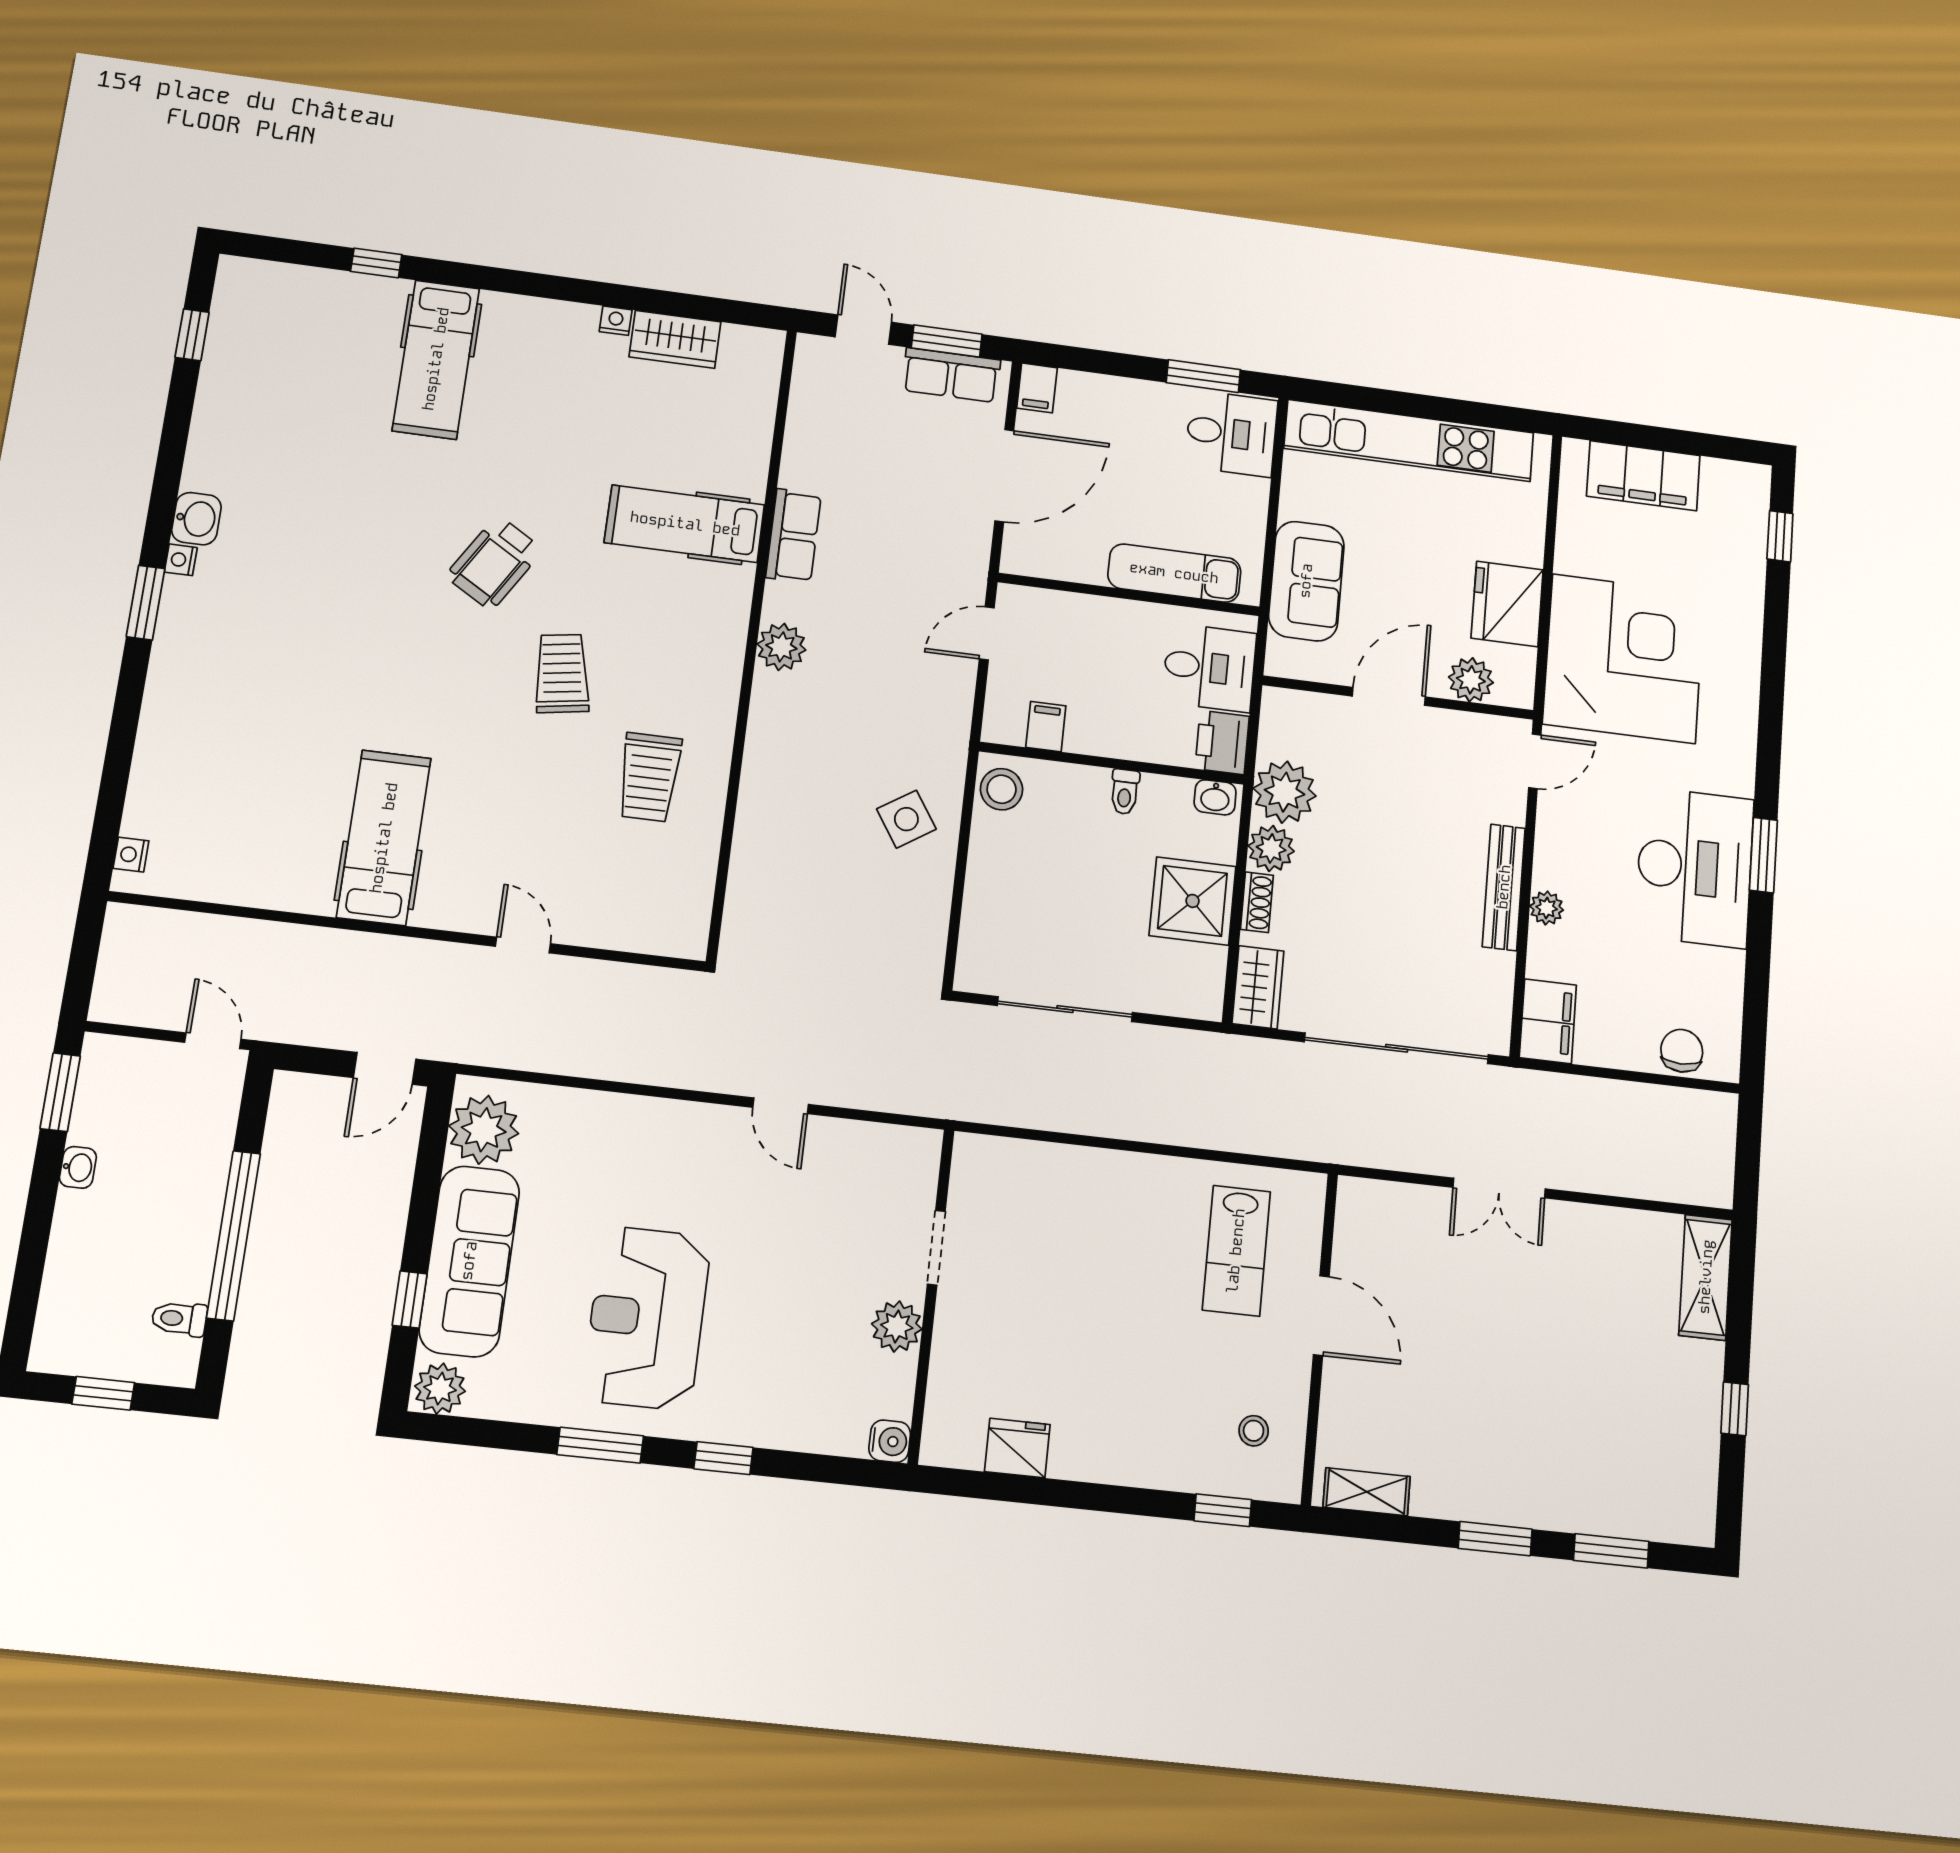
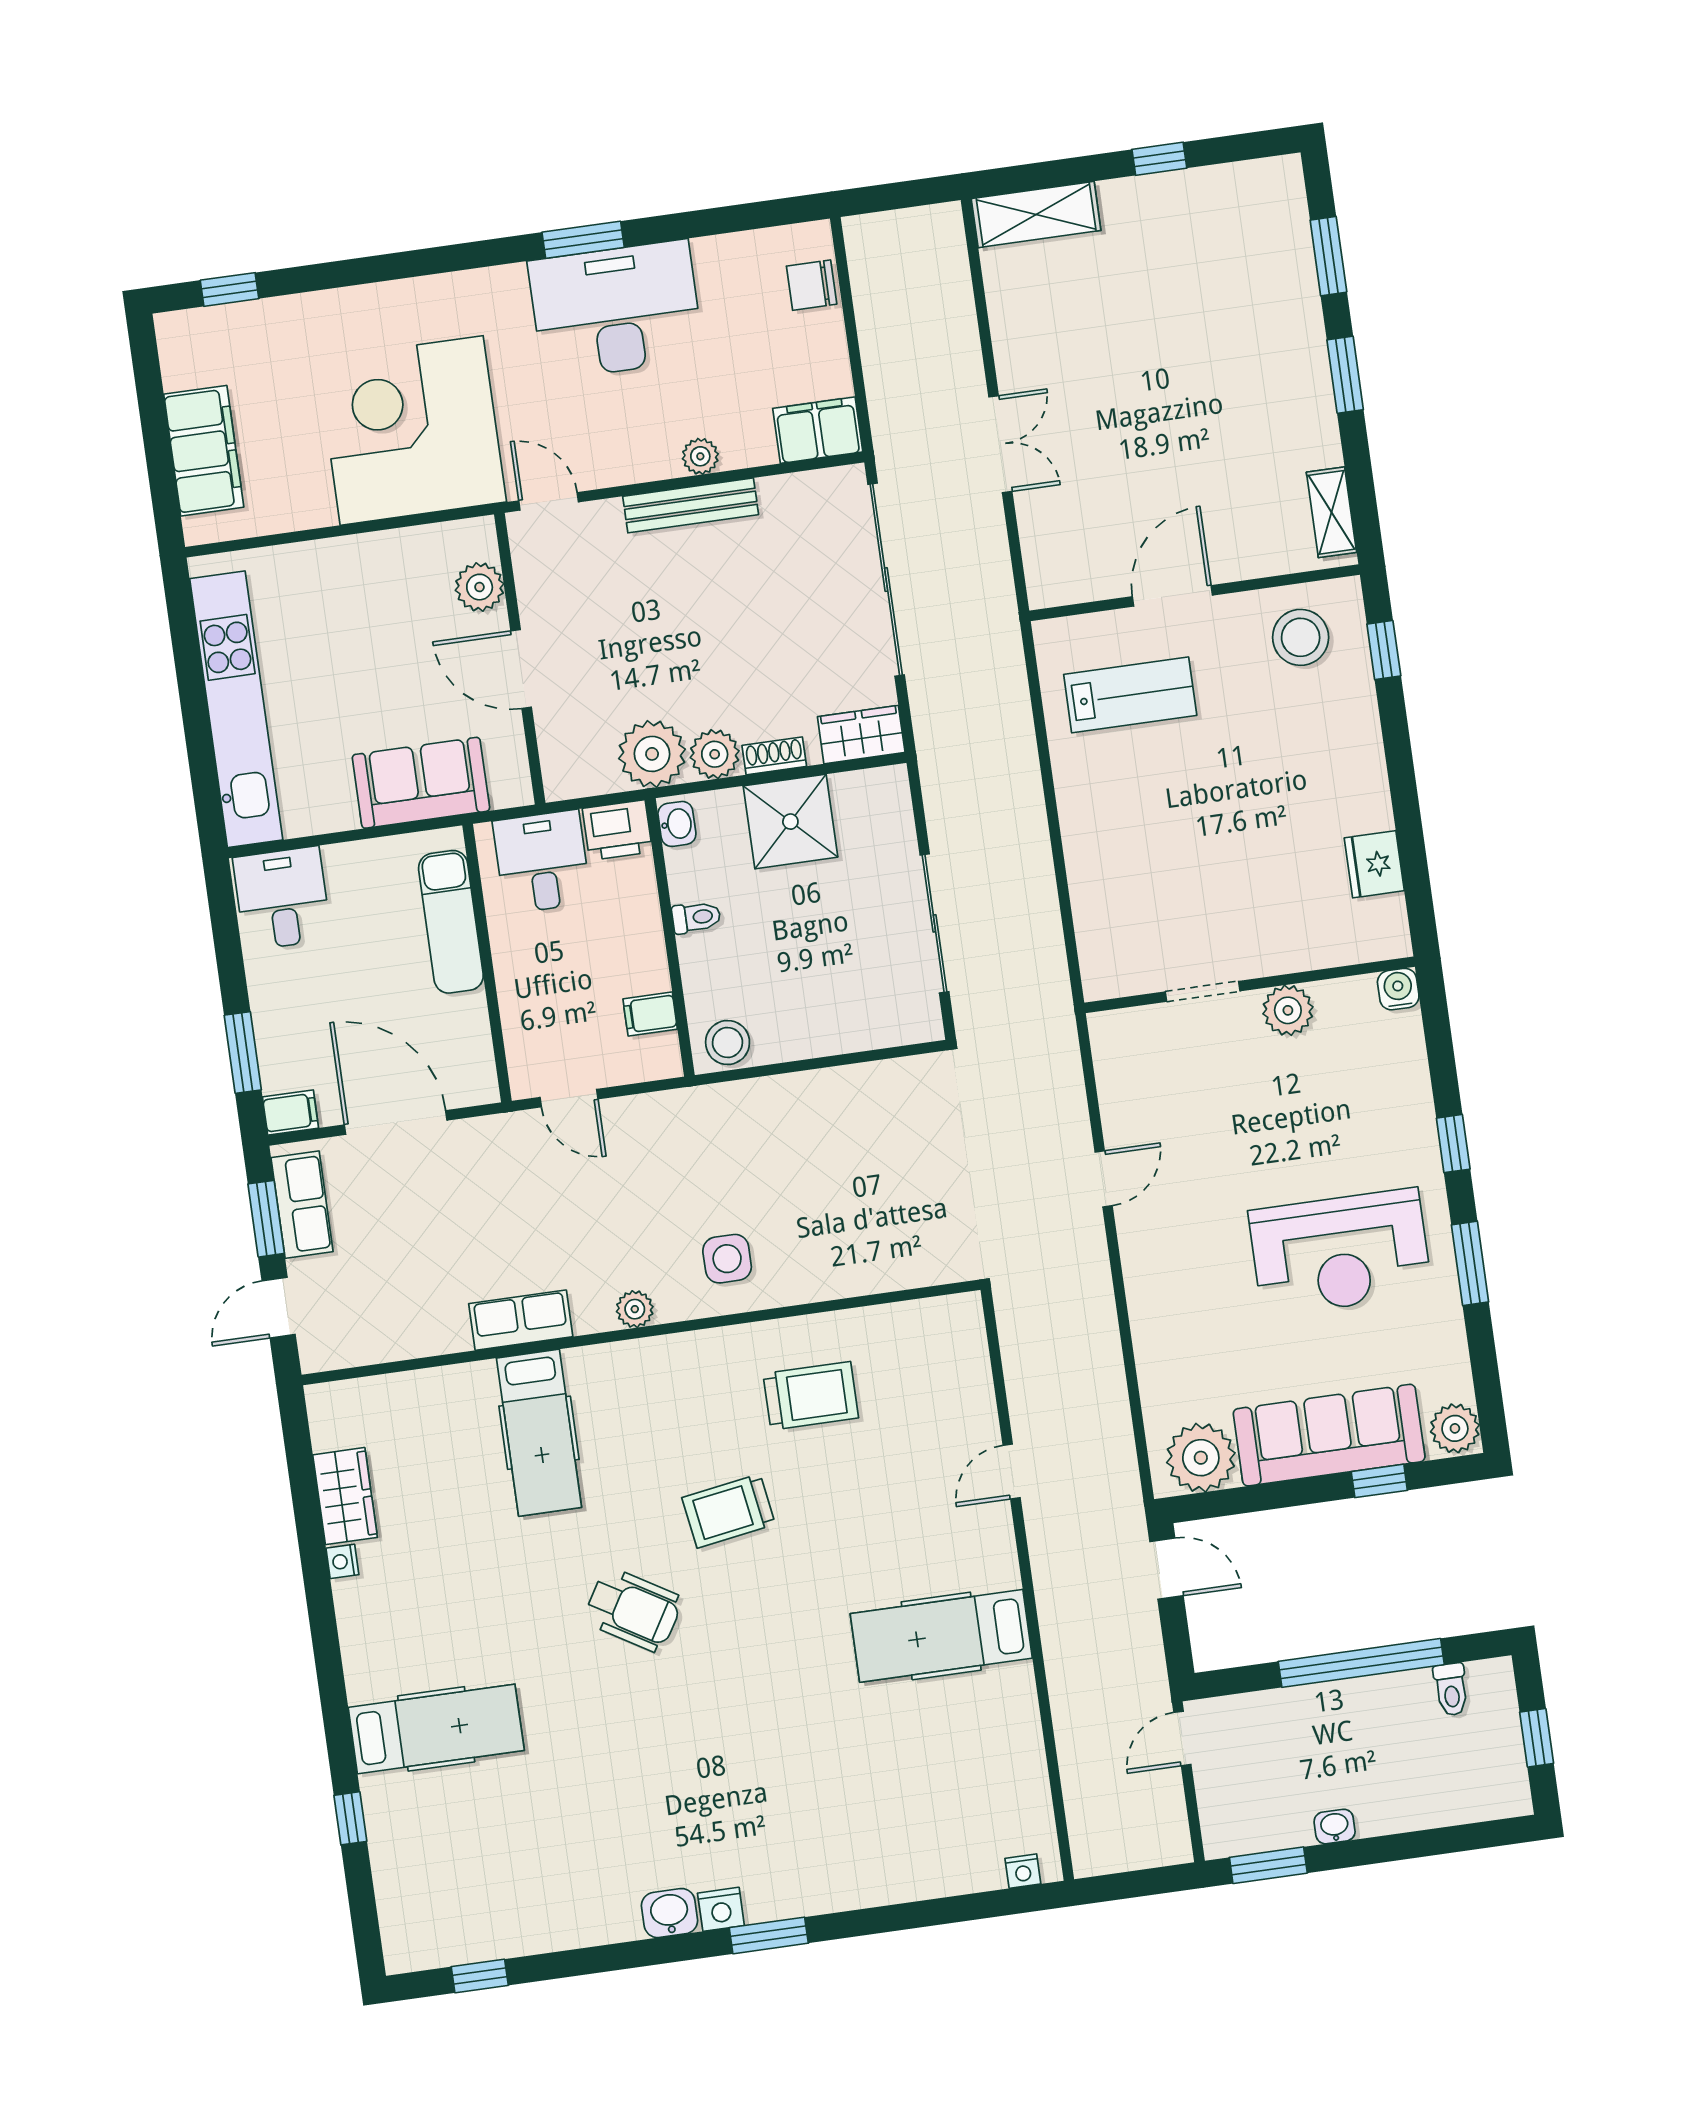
window: (1203, 376) -> (243, 1053), moved
nightstand: (181, 560) -> (721, 1909), width x1.39, depth x1.35
fridge: (1507, 604) -> (387, 566), removed
plant: (781, 647) -> (635, 1309), width x0.73, depth x0.73
side table: (906, 819) -> (727, 1259), moved, turned 33
stool: (1254, 1431) -> (1301, 637), width x1.89, depth x1.89

